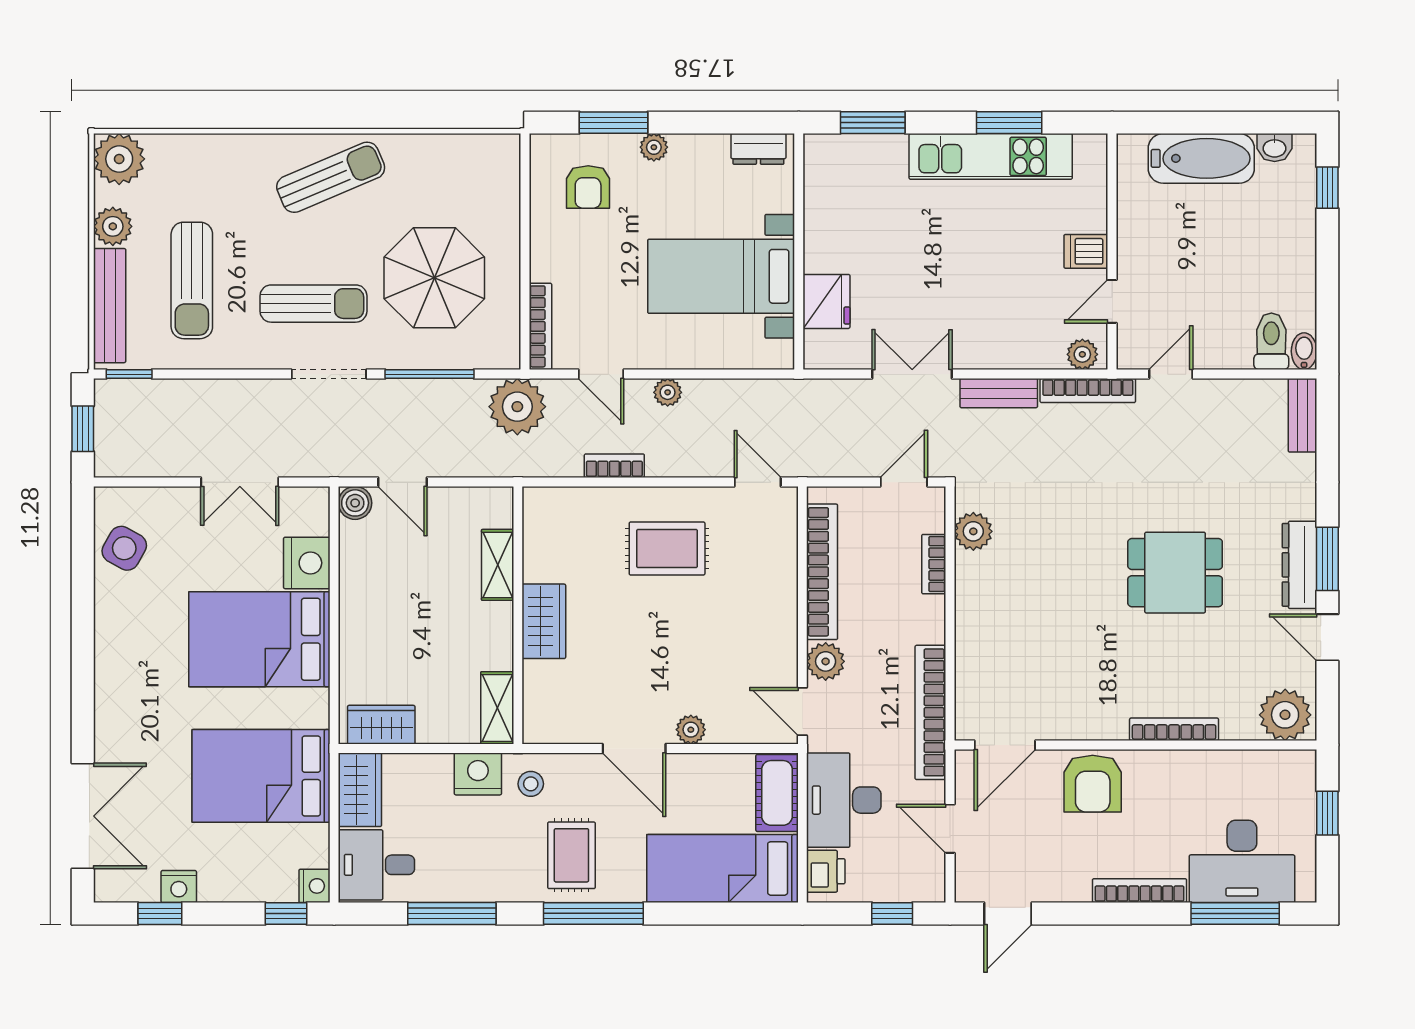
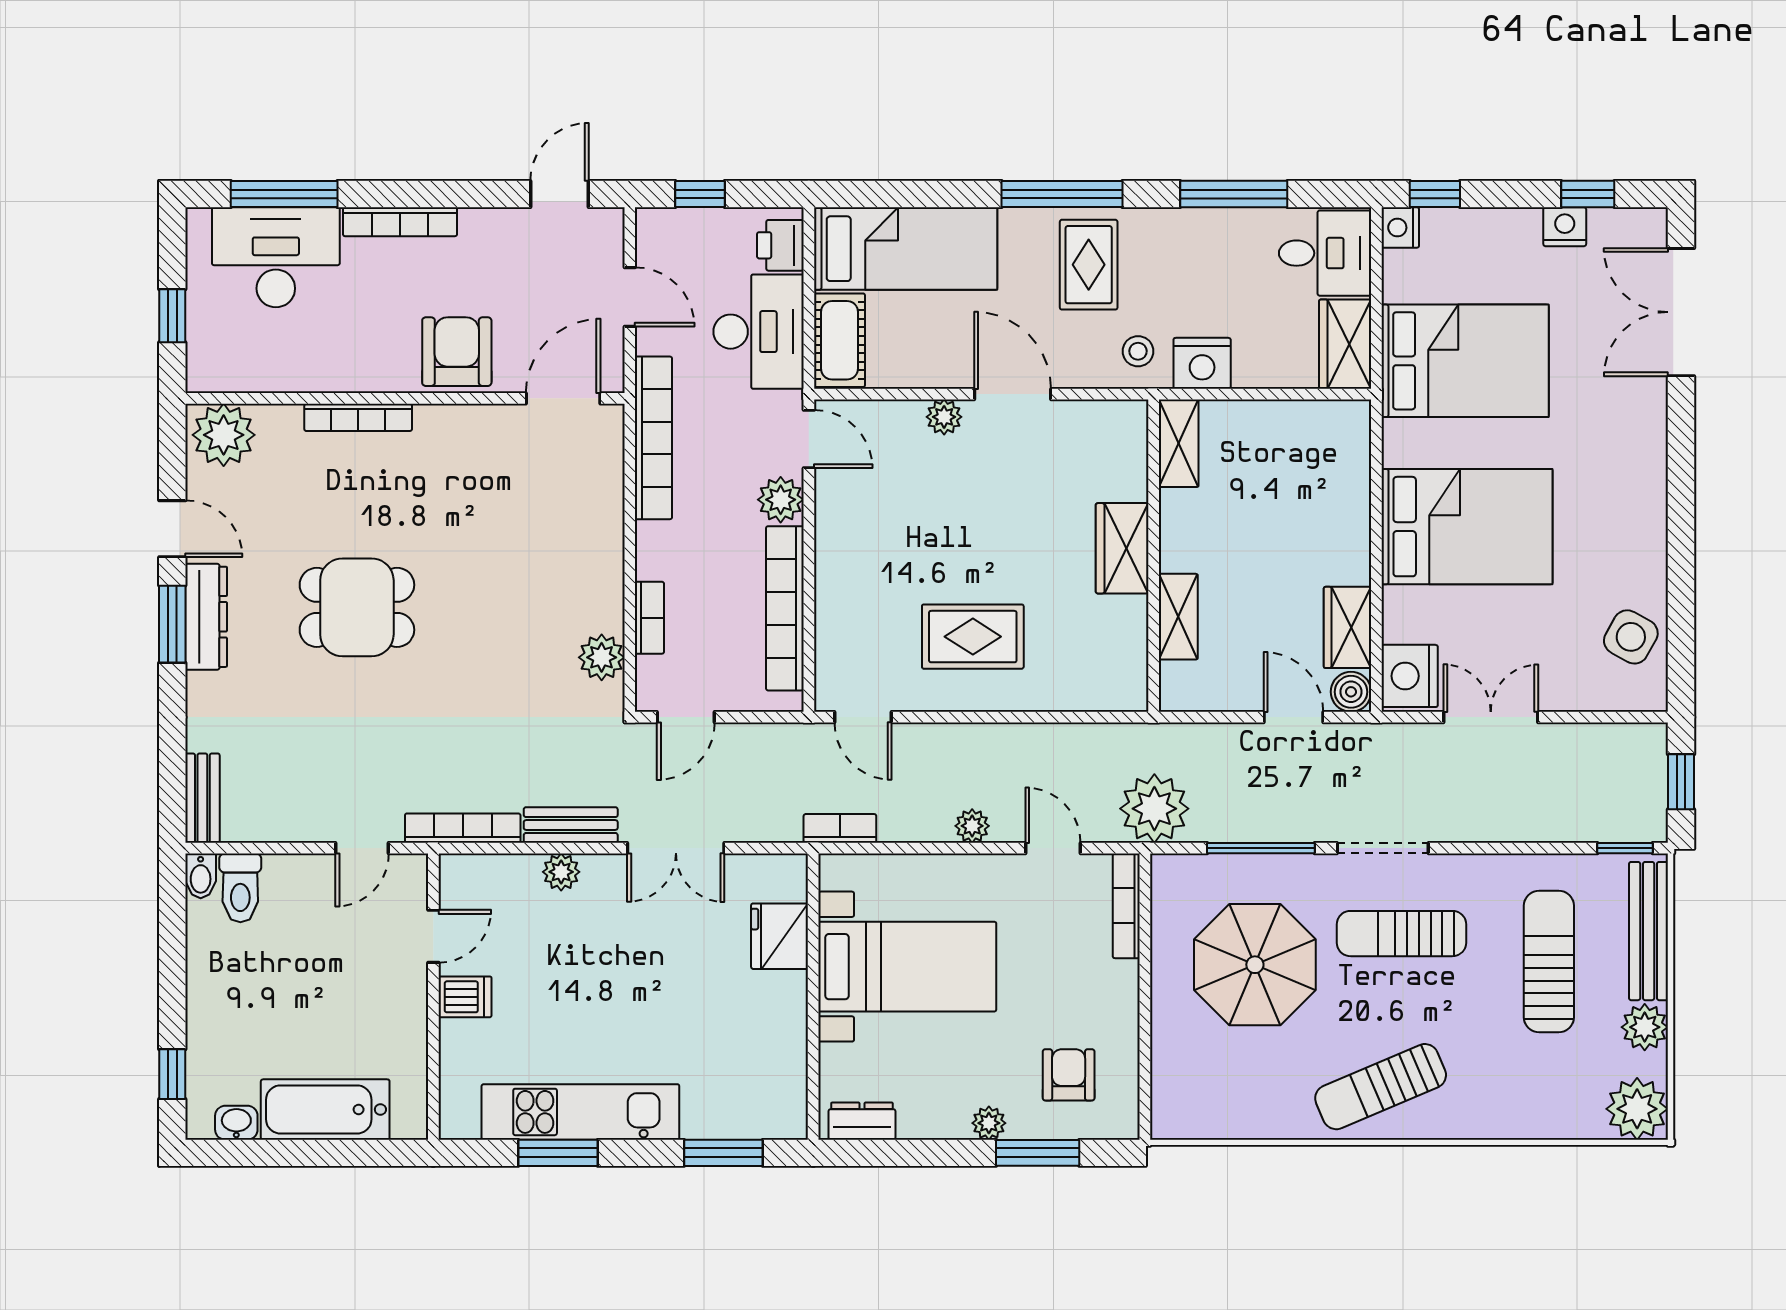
plant: (1082, 354) -> (561, 872), moved
bookcase: (614, 466) -> (840, 828), moved, turned 180
nightstand: (307, 563) -> (1410, 676), moved
wardrobe: (381, 725) -> (1347, 627), moved, turned 90

